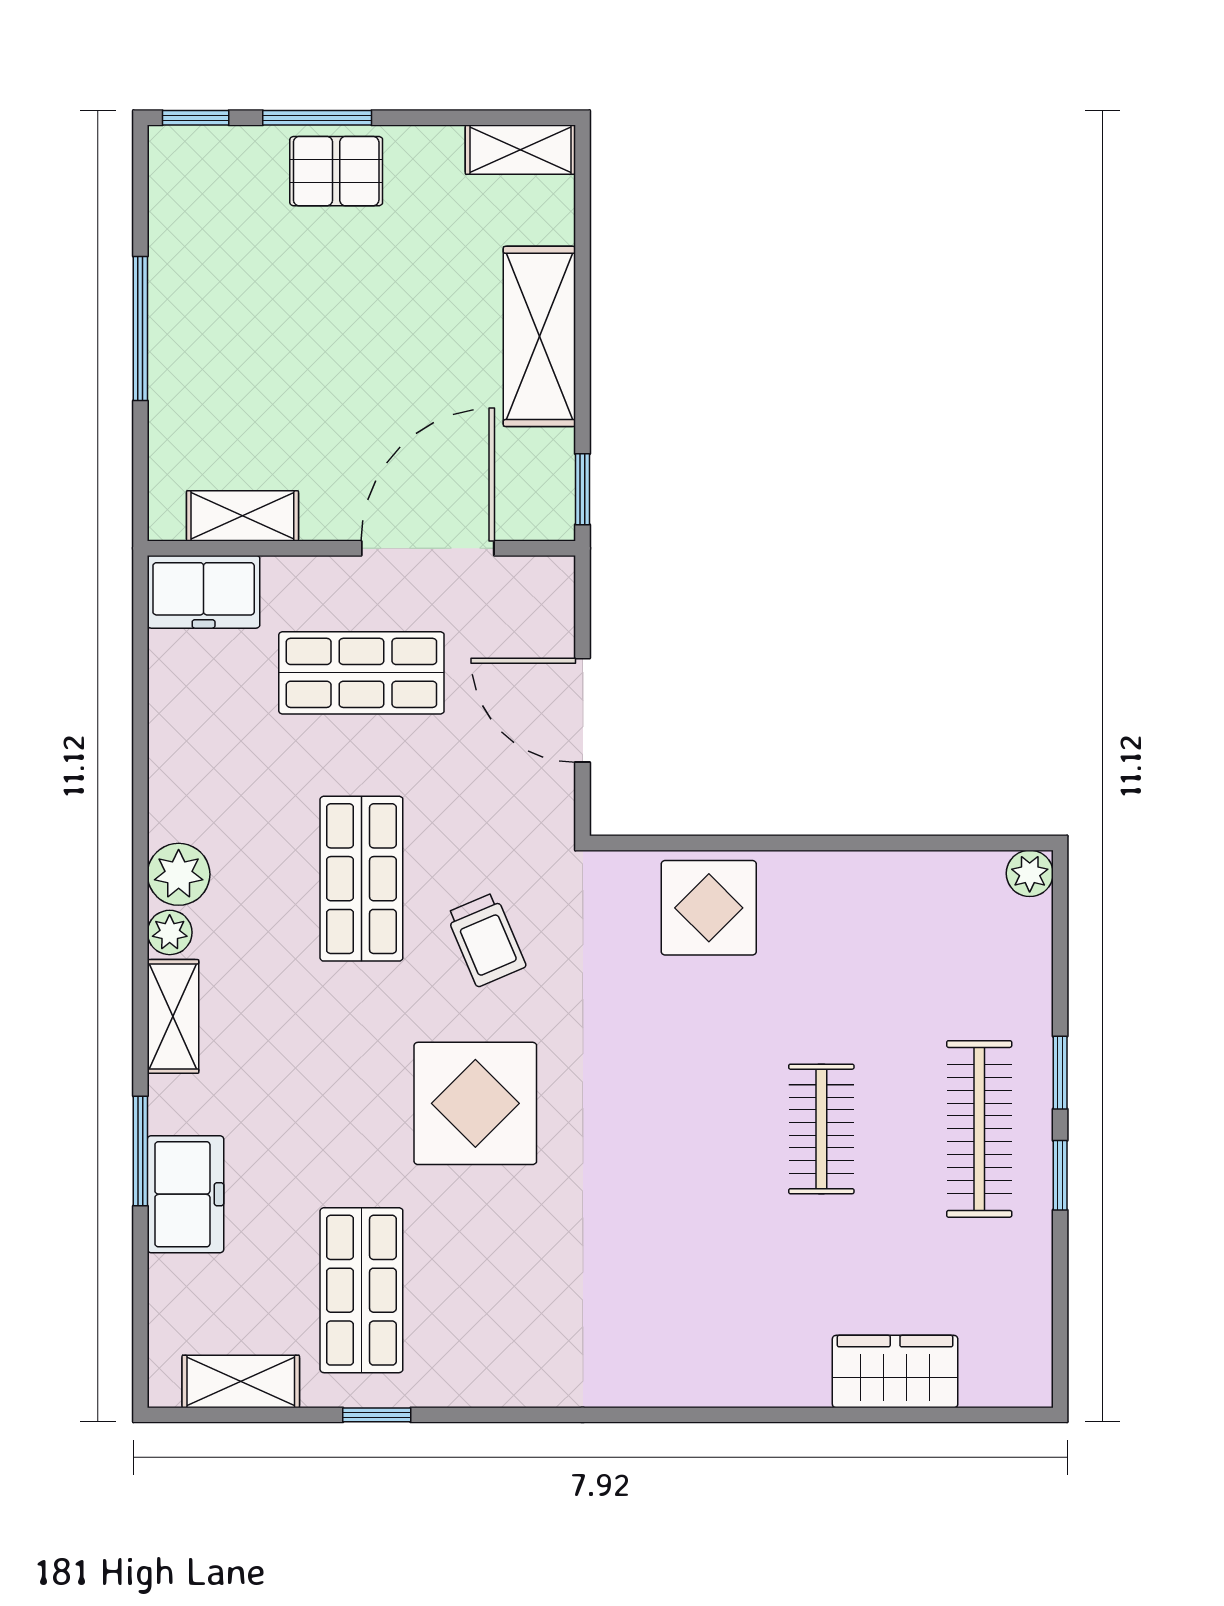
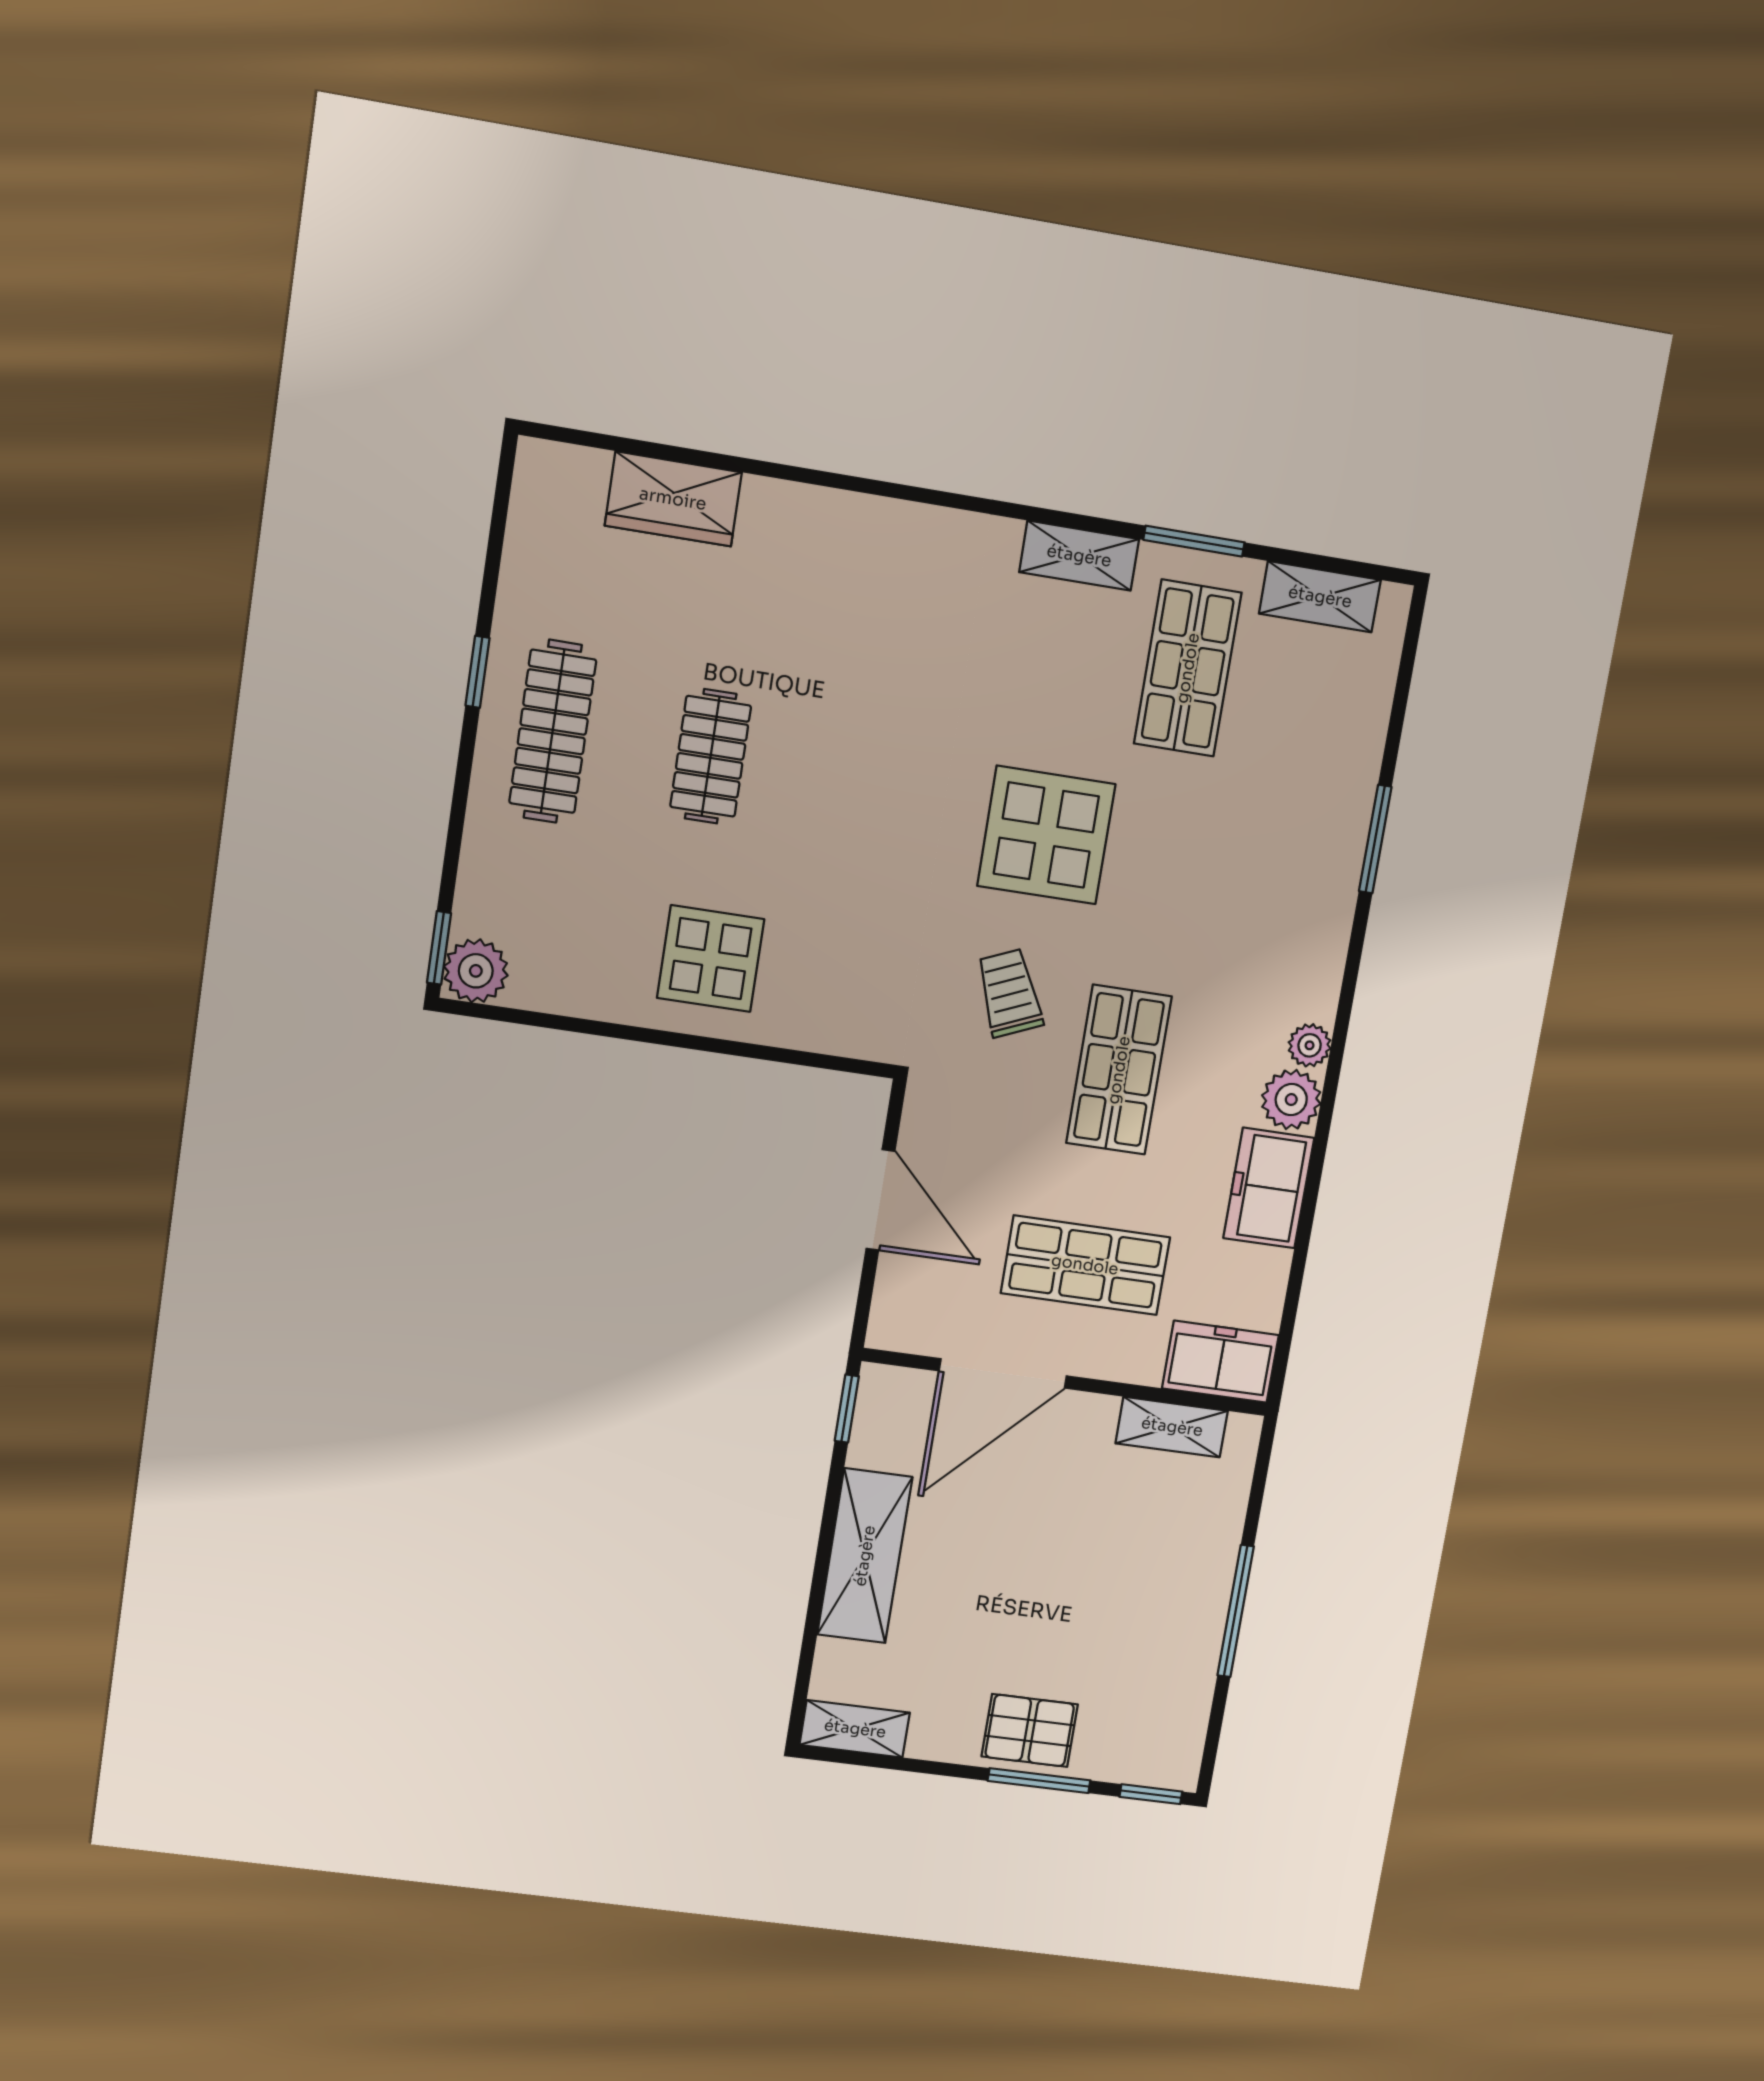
plant: (1030, 873) -> (476, 971), width x1.38, depth x1.38
display table: (709, 908) -> (711, 959), moved
shelving: (173, 1016) -> (1079, 556), moved, turned 90
window: (1060, 1073) -> (439, 948), moved
freezer: (186, 1194) -> (1269, 1188), moved
window: (377, 1415) -> (1194, 541), width x1.50

